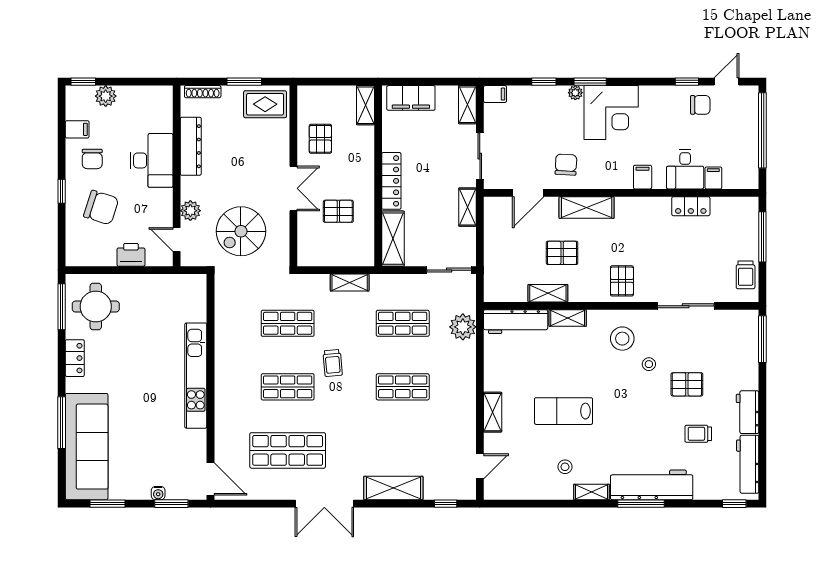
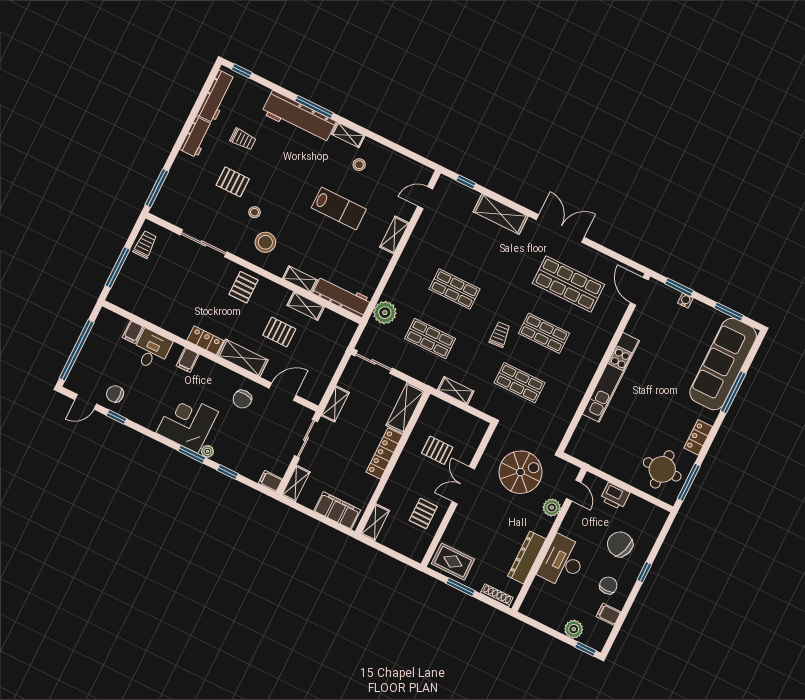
locker: (691, 206) -> (205, 340), moved

